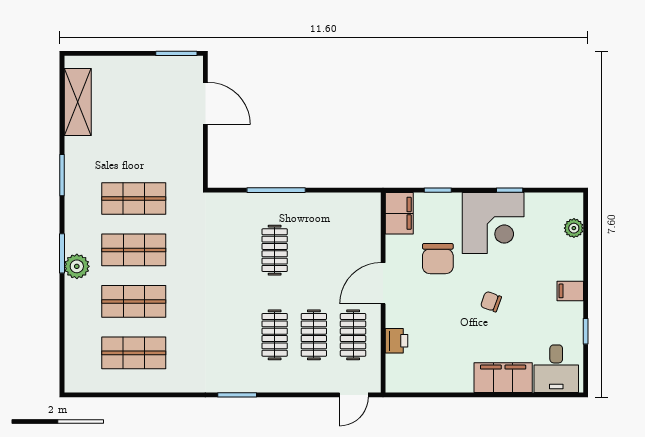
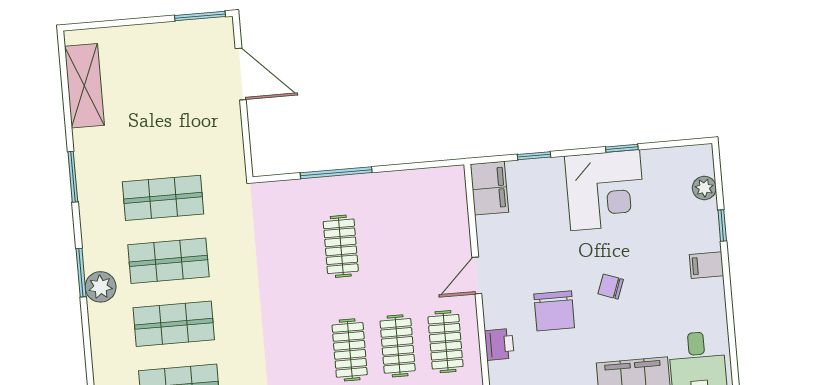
chair: (438, 259) -> (554, 311), moved
door: (383, 283) -> (477, 275), width x0.73
window: (586, 331) -> (722, 226), moved

